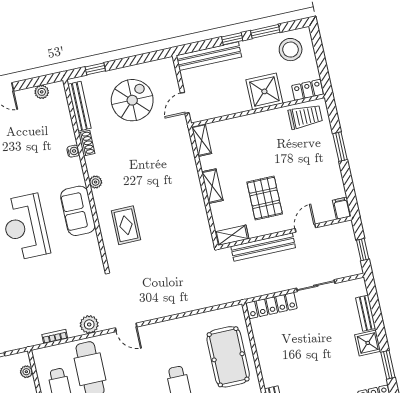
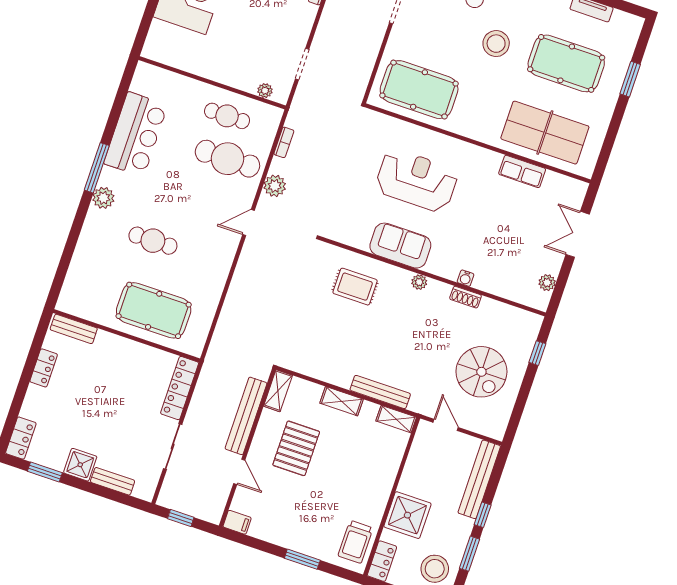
bench: (79, 106) -> (380, 392), moved
pallet: (265, 198) -> (296, 448), turned 90

